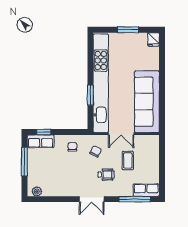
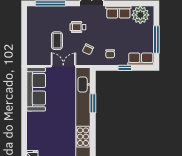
sofa: (147, 102) -> (36, 89), width x0.74, depth x0.79
window: (44, 132) -> (125, 68), moved
row of seats: (146, 190) -> (118, 12), moved
plant: (37, 192) -> (140, 15), width x1.87, depth x1.87

